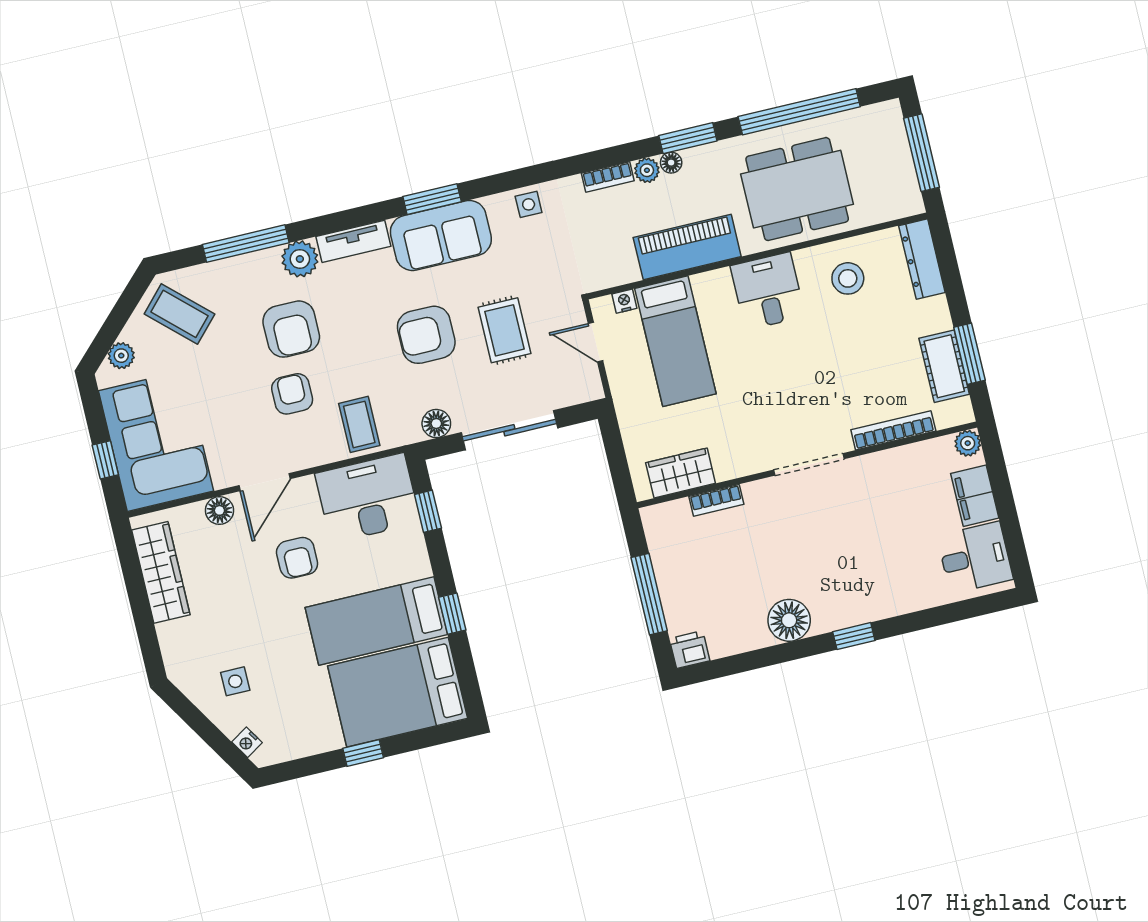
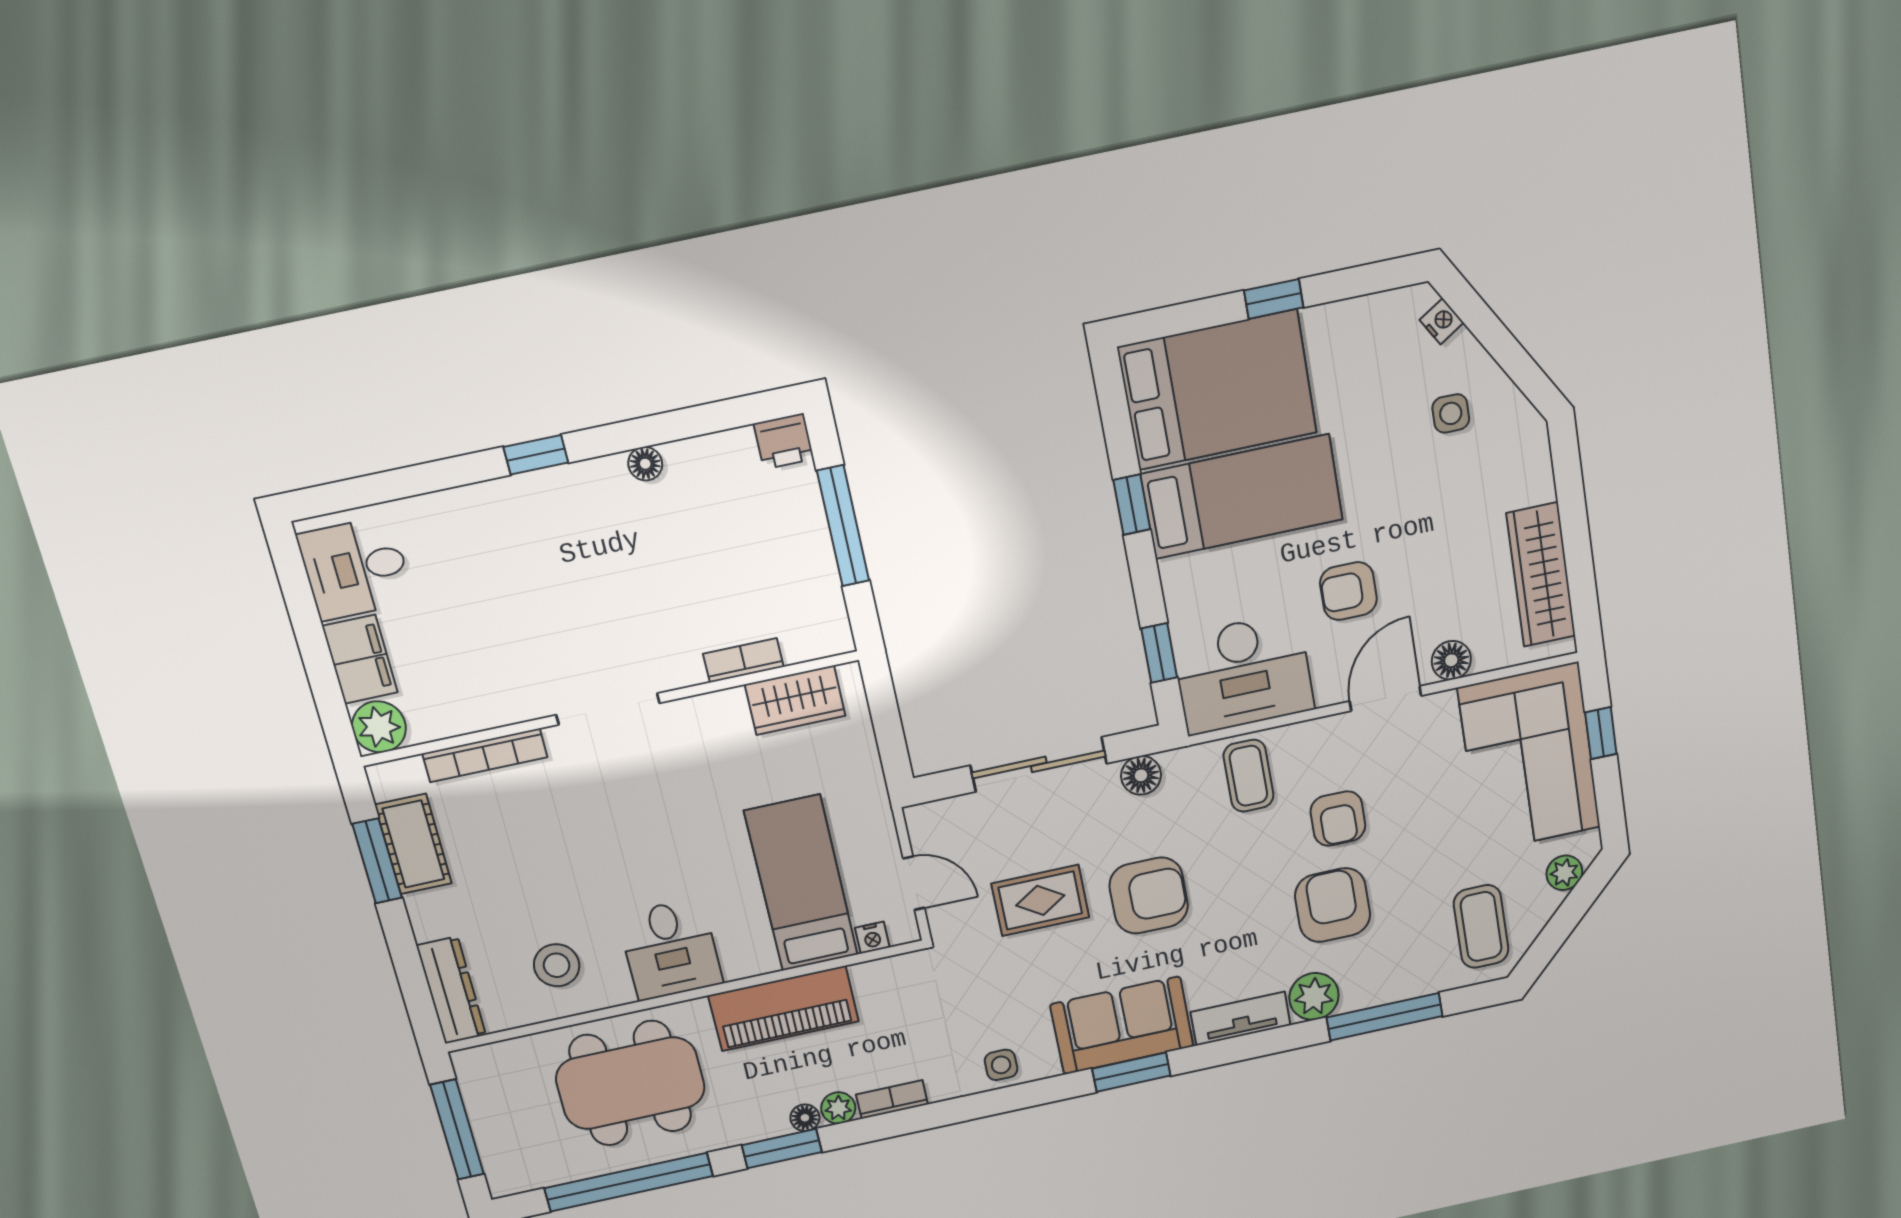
coffee table: (179, 314) -> (1481, 927), turned 47
rug: (504, 330) -> (1040, 900), turned 90
plant: (968, 443) -> (379, 727), width x1.38, depth x1.38
armchair: (297, 558) -> (1348, 591), turned -90
floor lamp: (789, 620) -> (645, 464), width x0.53, depth x0.53

